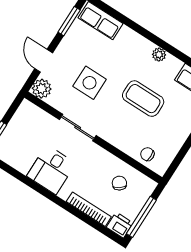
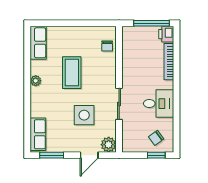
chair: (119, 183) -> (156, 138), moved

